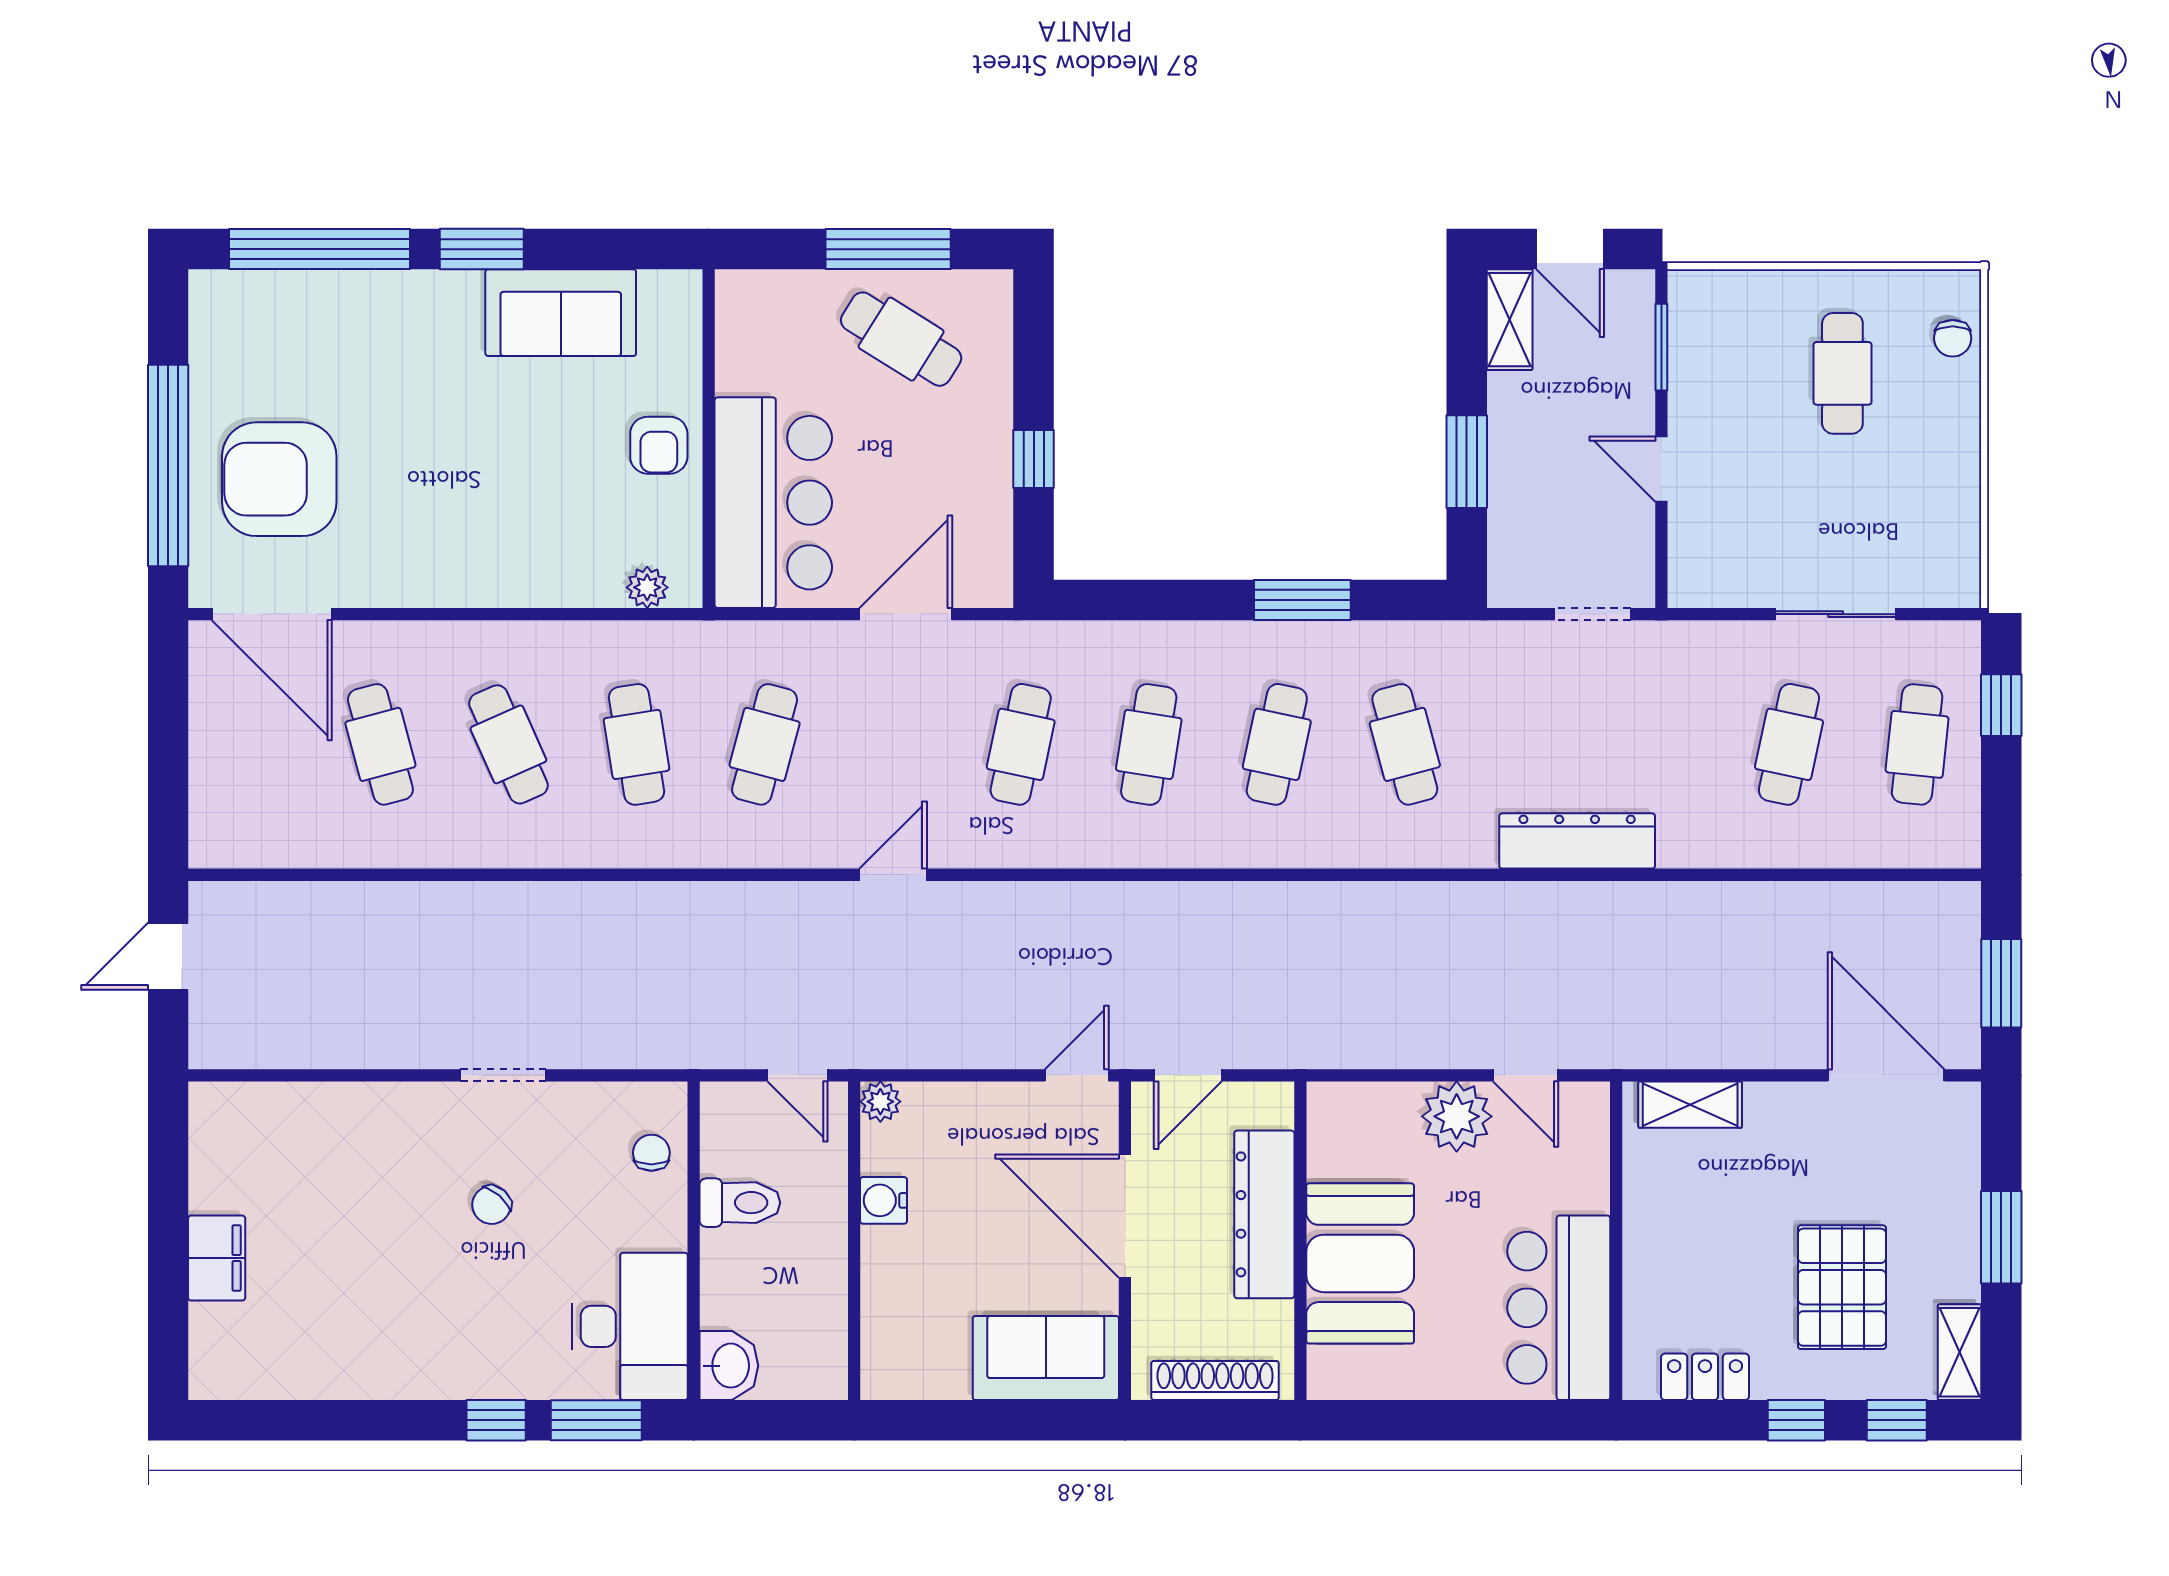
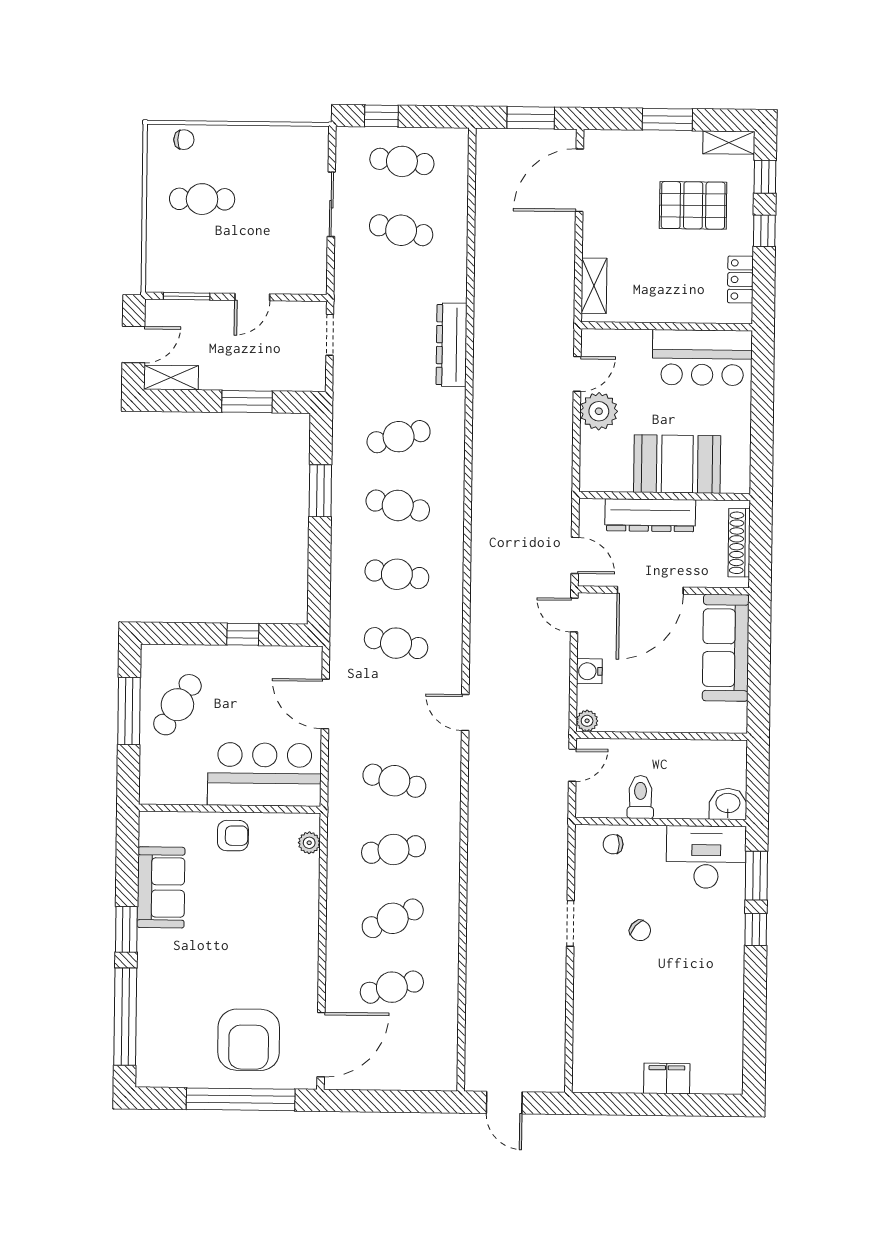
water cooler: (884, 1200) -> (589, 671), moved, turned 90
sofa: (1046, 1358) -> (726, 648), width x1.36

